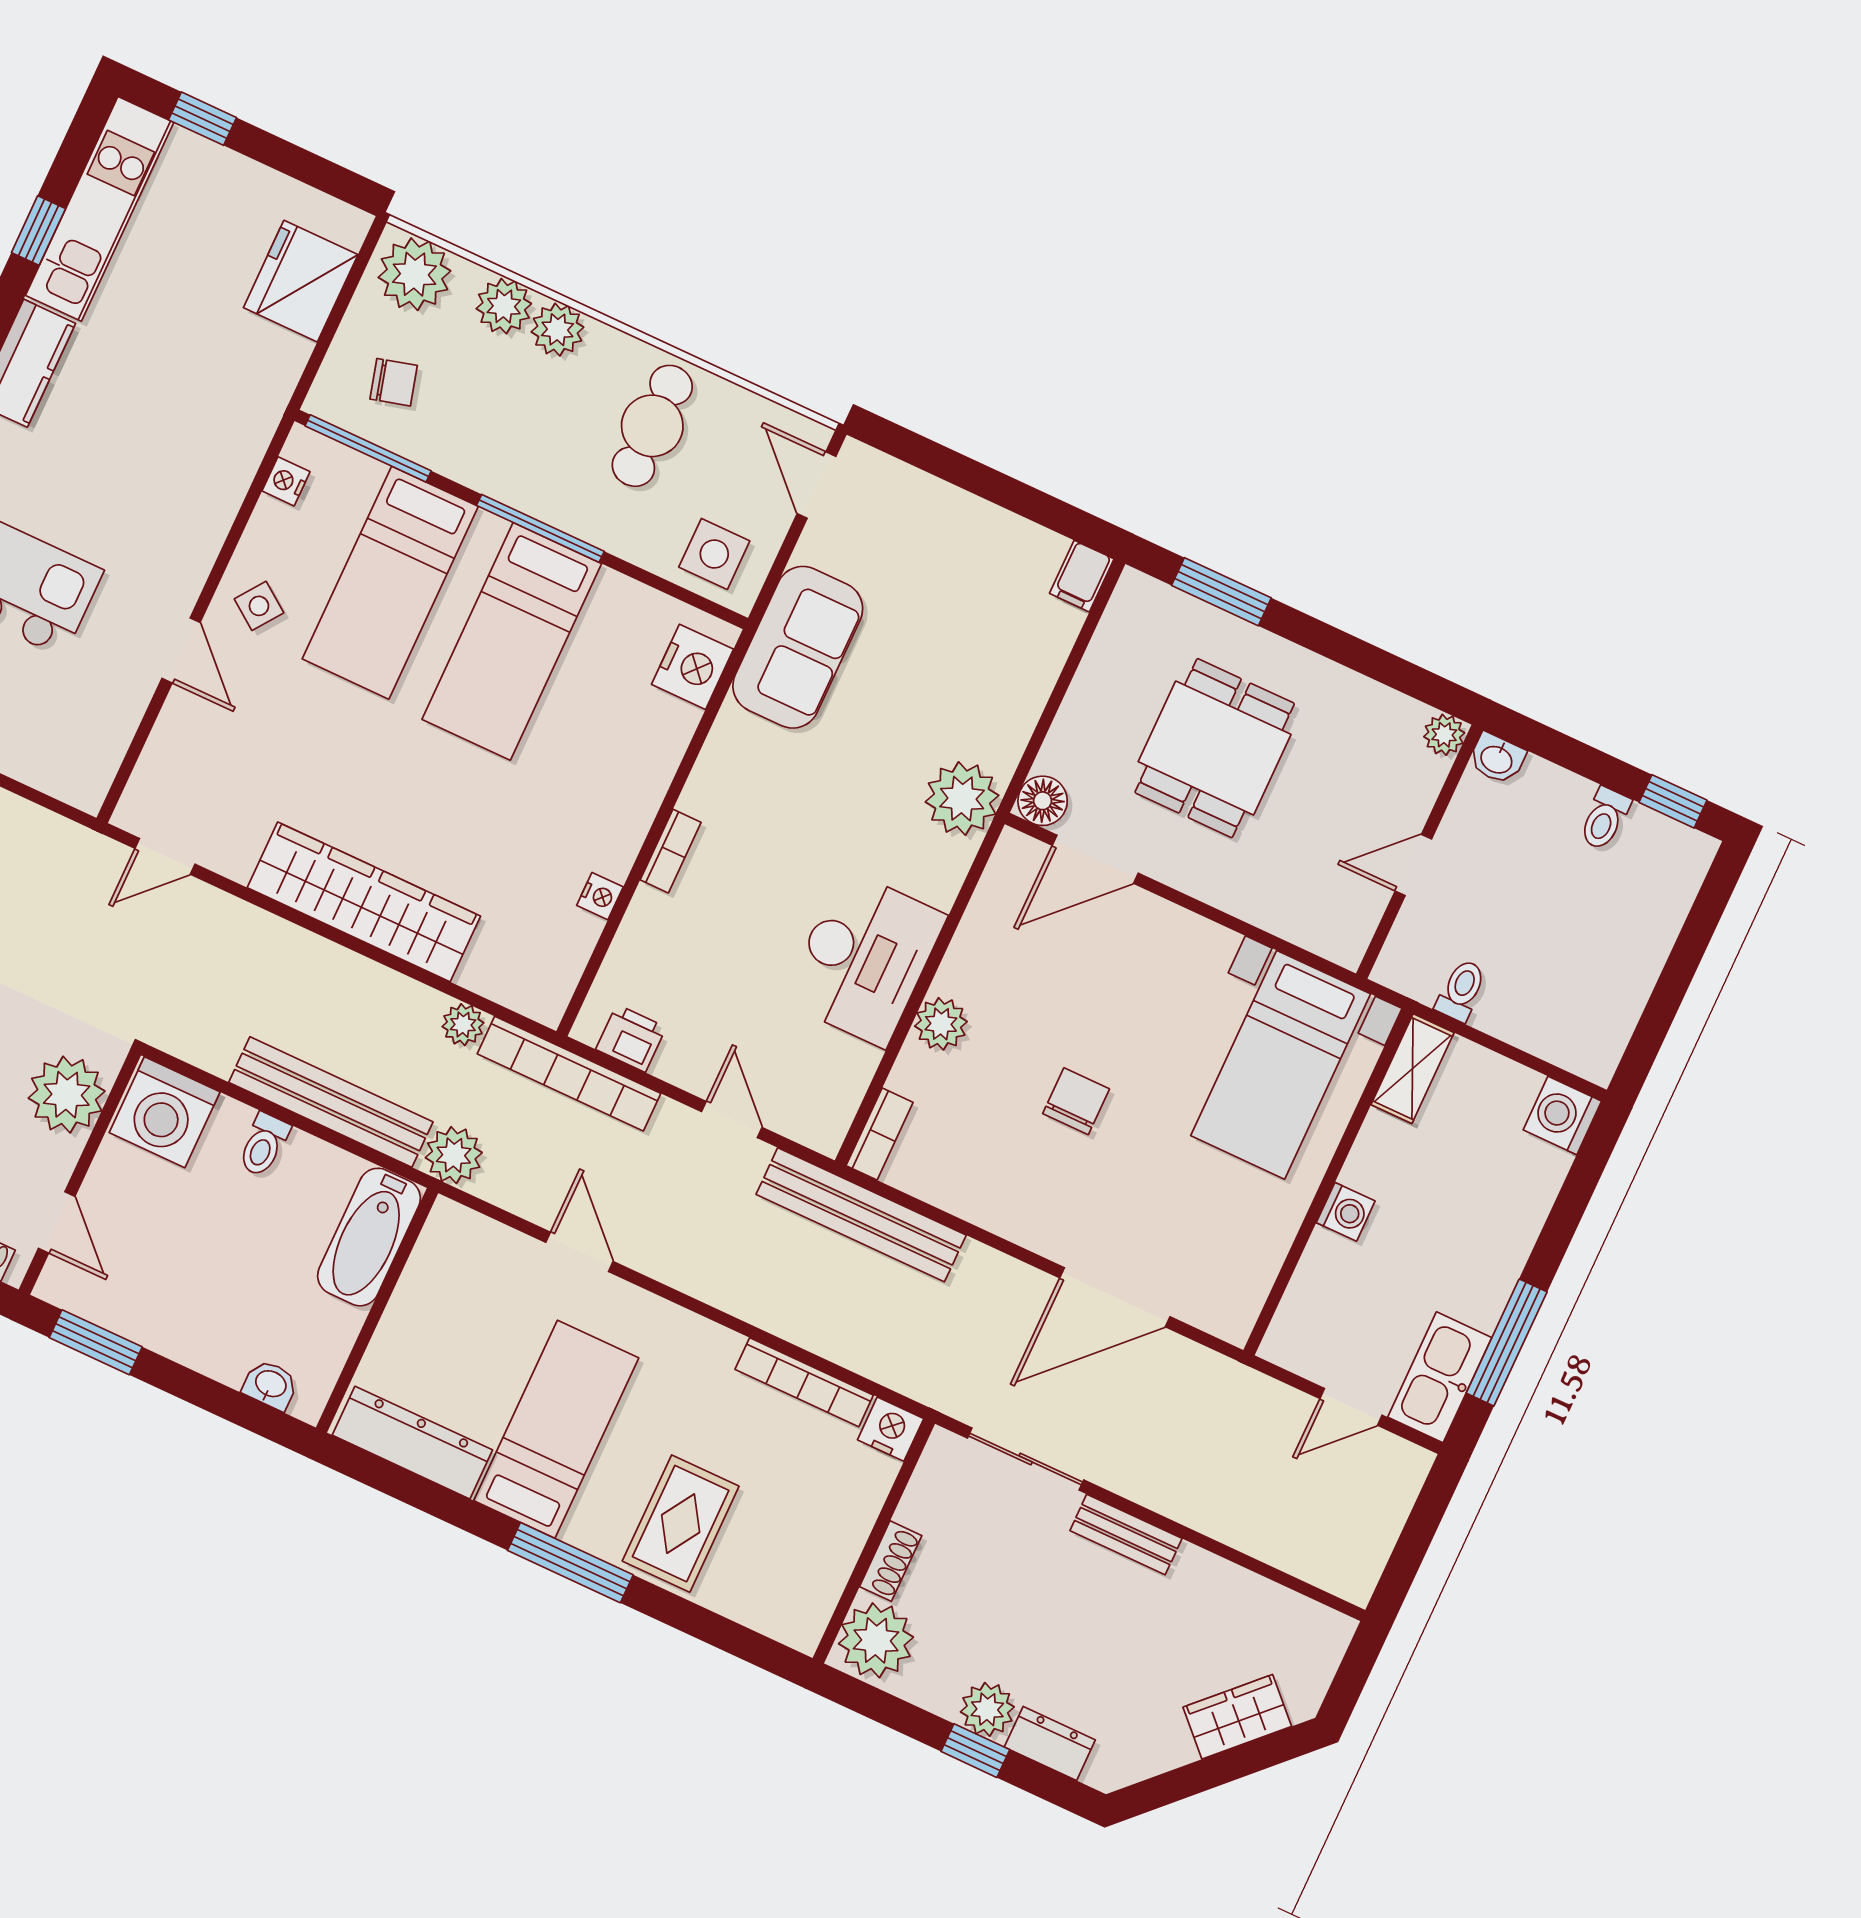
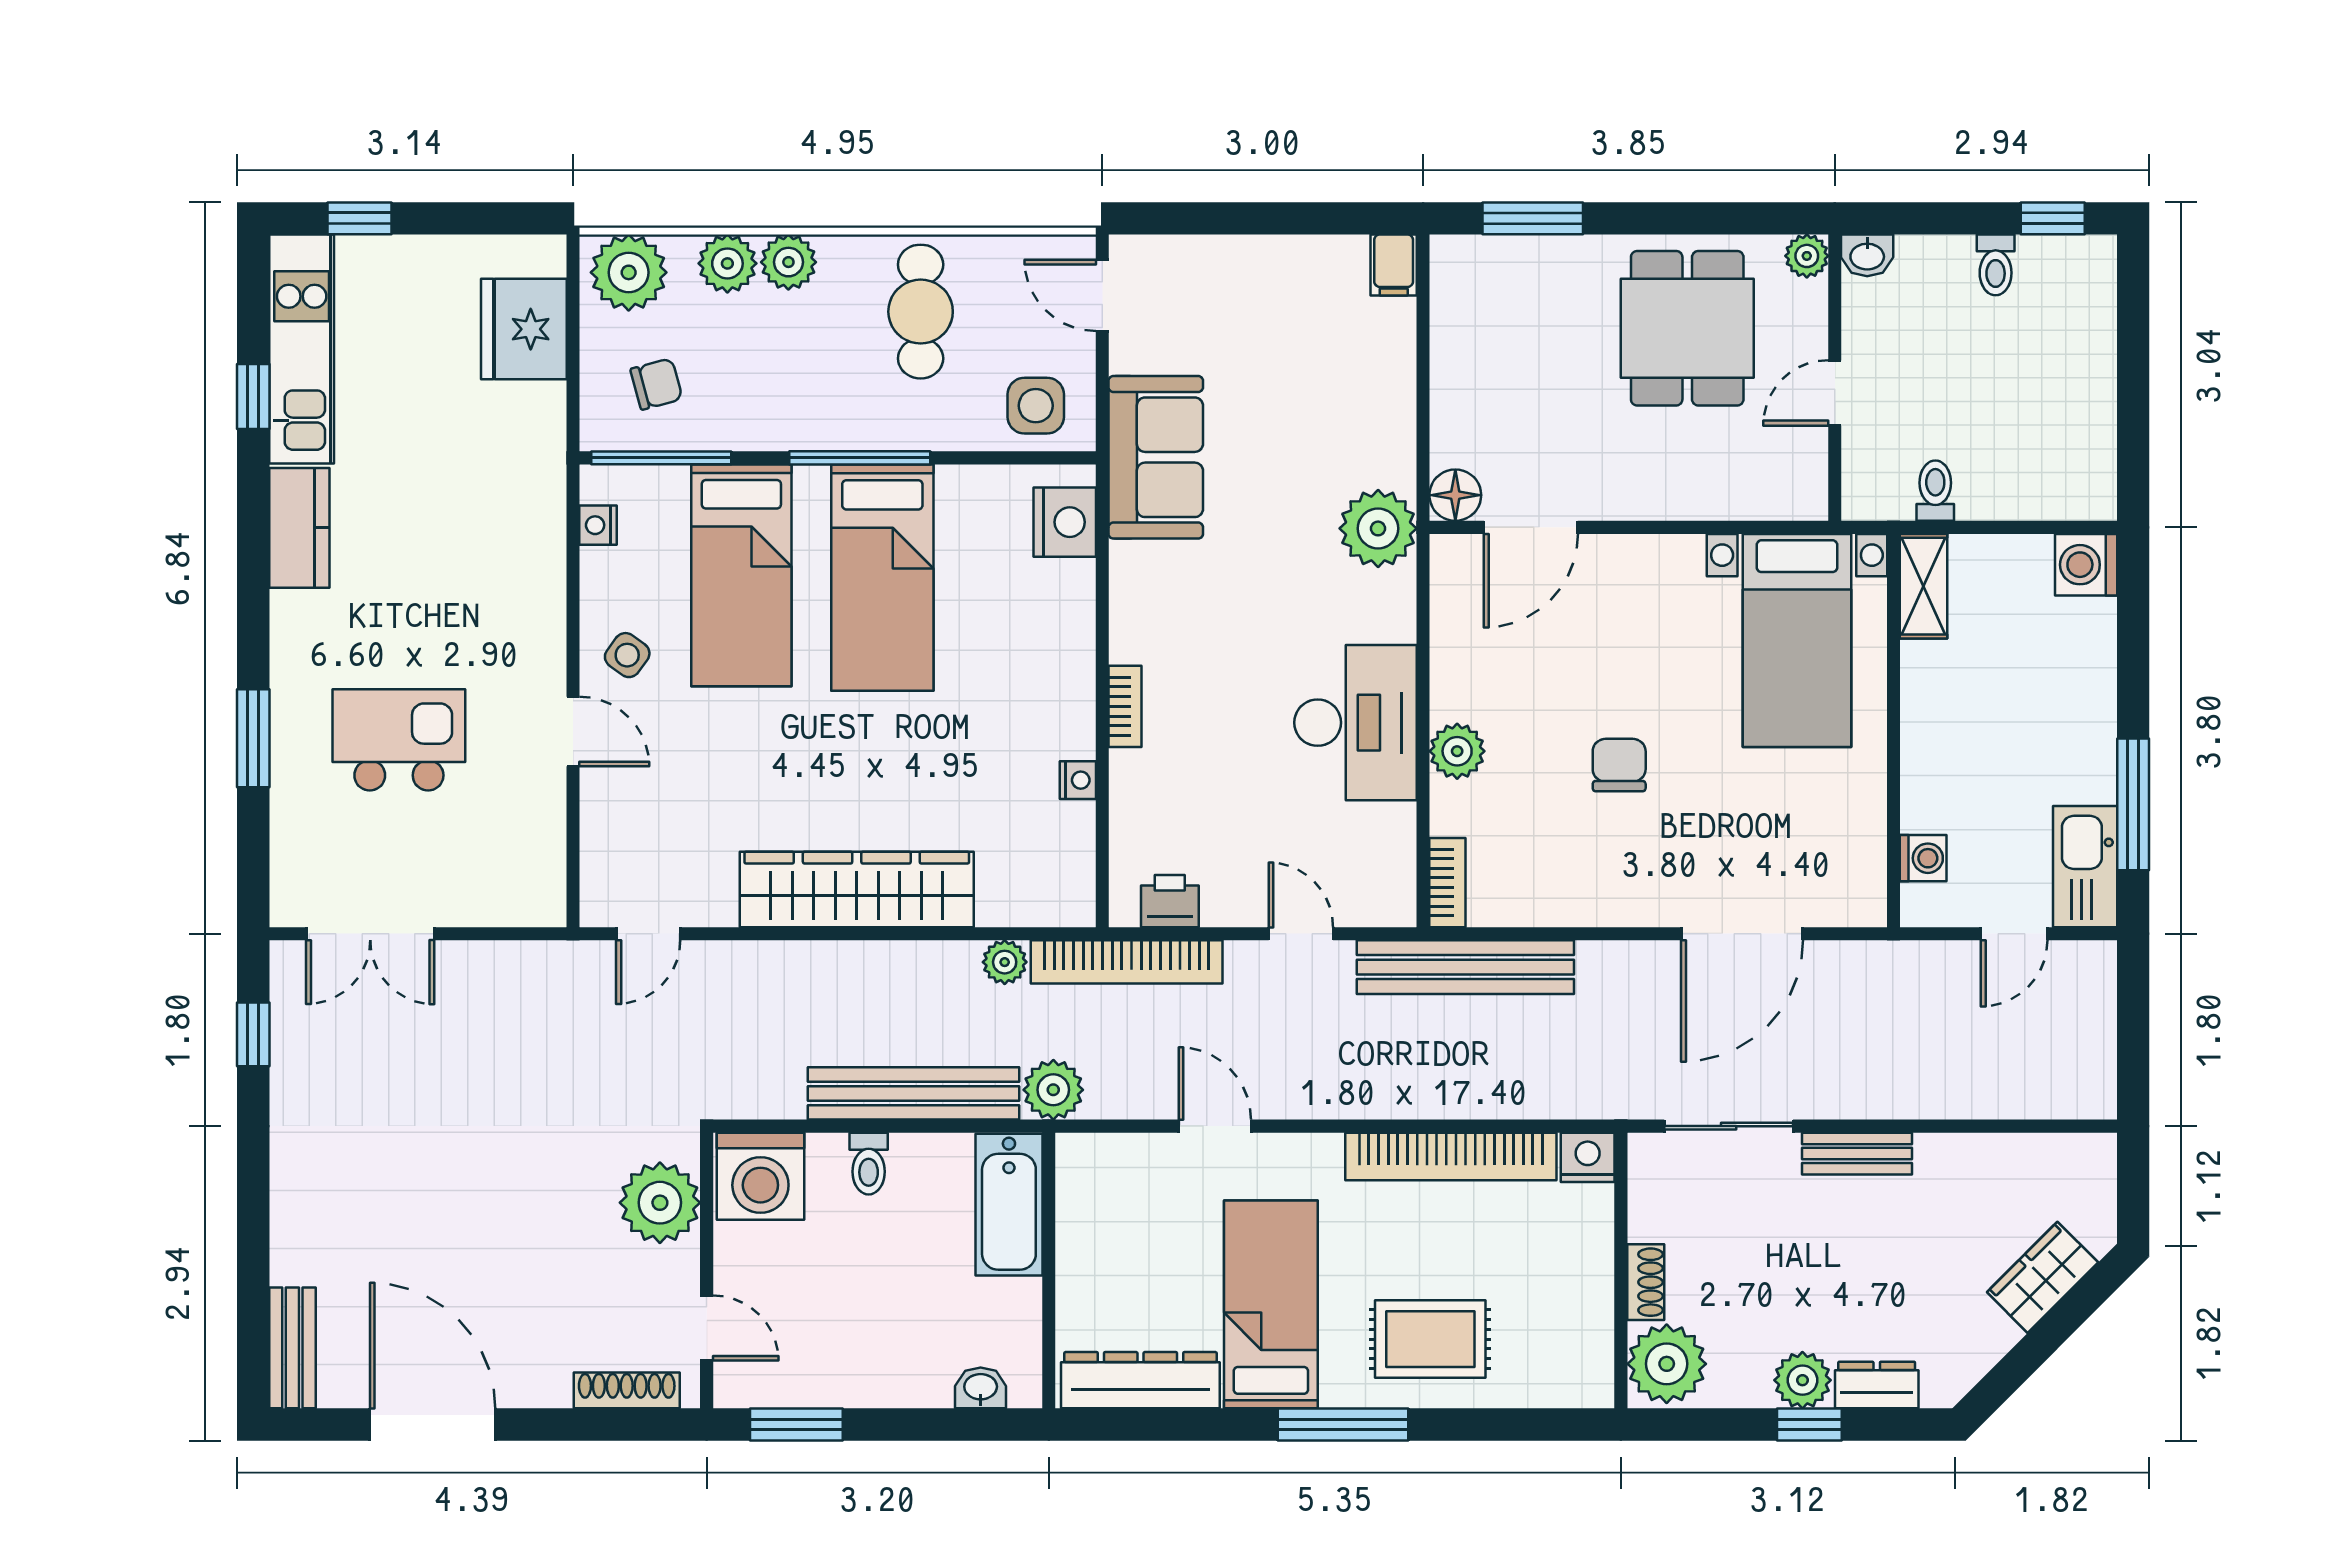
dining table: (1215, 748) -> (1687, 328), moved
washing machine: (1346, 1212) -> (1923, 858), moved
bookcase: (804, 1382) -> (1451, 1157), width x1.48, depth x1.31
rug: (681, 1524) -> (1430, 1339), turned 90

